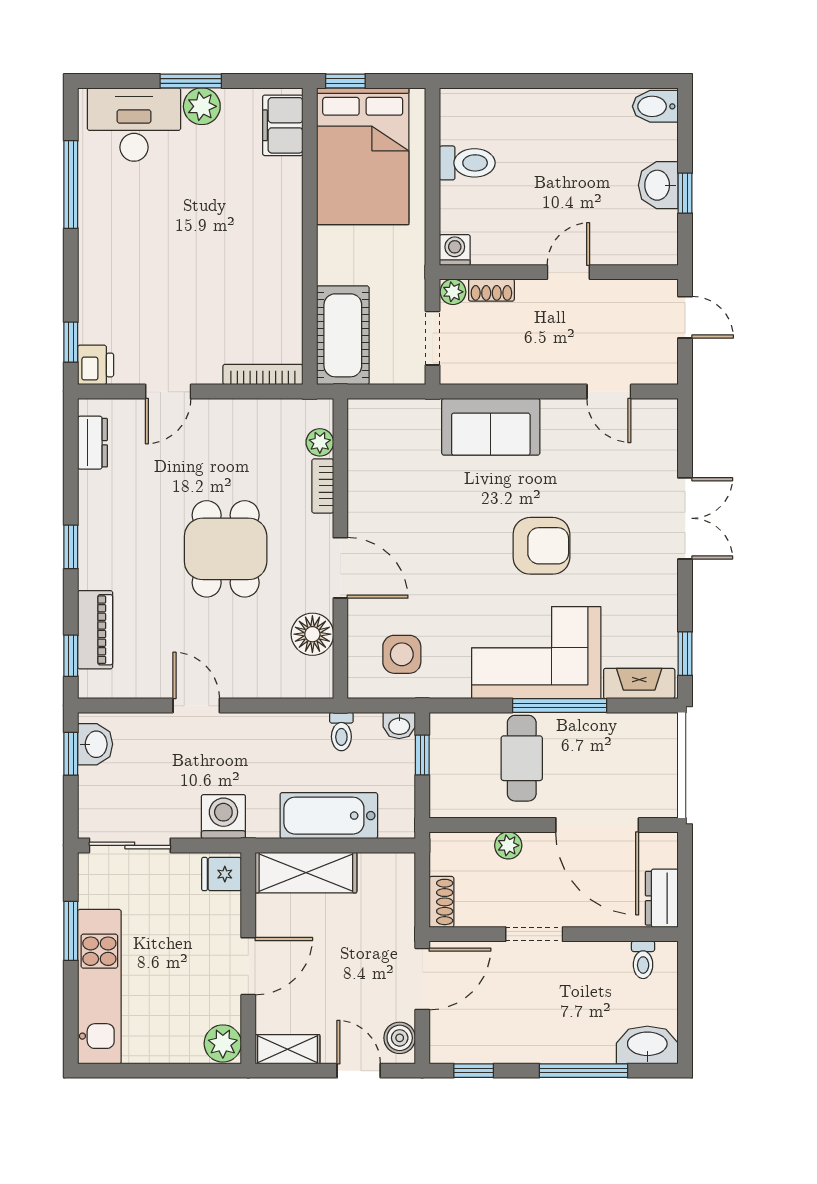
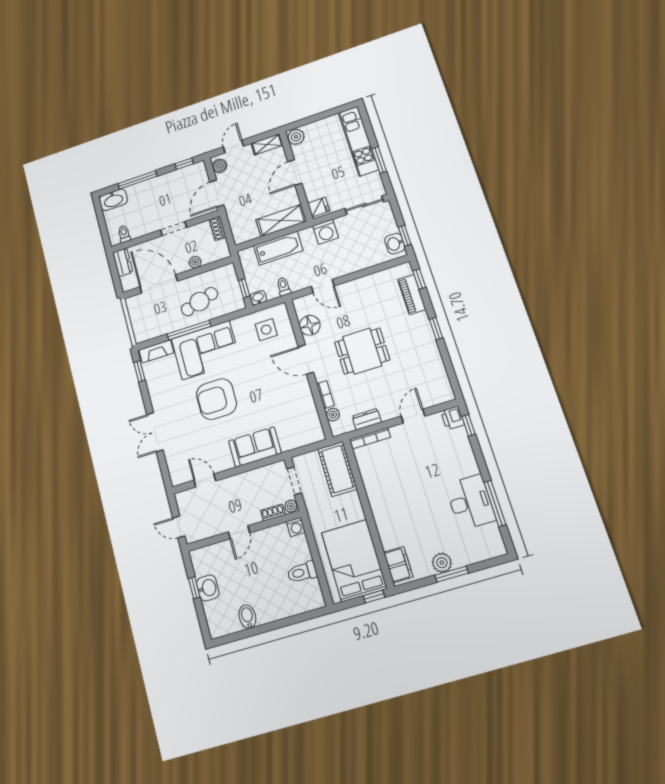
bidet: (655, 106) -> (247, 617), moved, turned -90
desk: (134, 125) -> (470, 502), moved, turned -90
dresser: (92, 443) -> (367, 419), moved, turned 90
armchair: (541, 546) -> (216, 399), width x1.36, depth x1.36
dining table: (226, 549) -> (362, 351), turned 90
door: (196, 706) -> (323, 286), moved
cafe table: (522, 758) -> (199, 302), turned 74
door: (359, 1071) -> (233, 146), swing flipped

